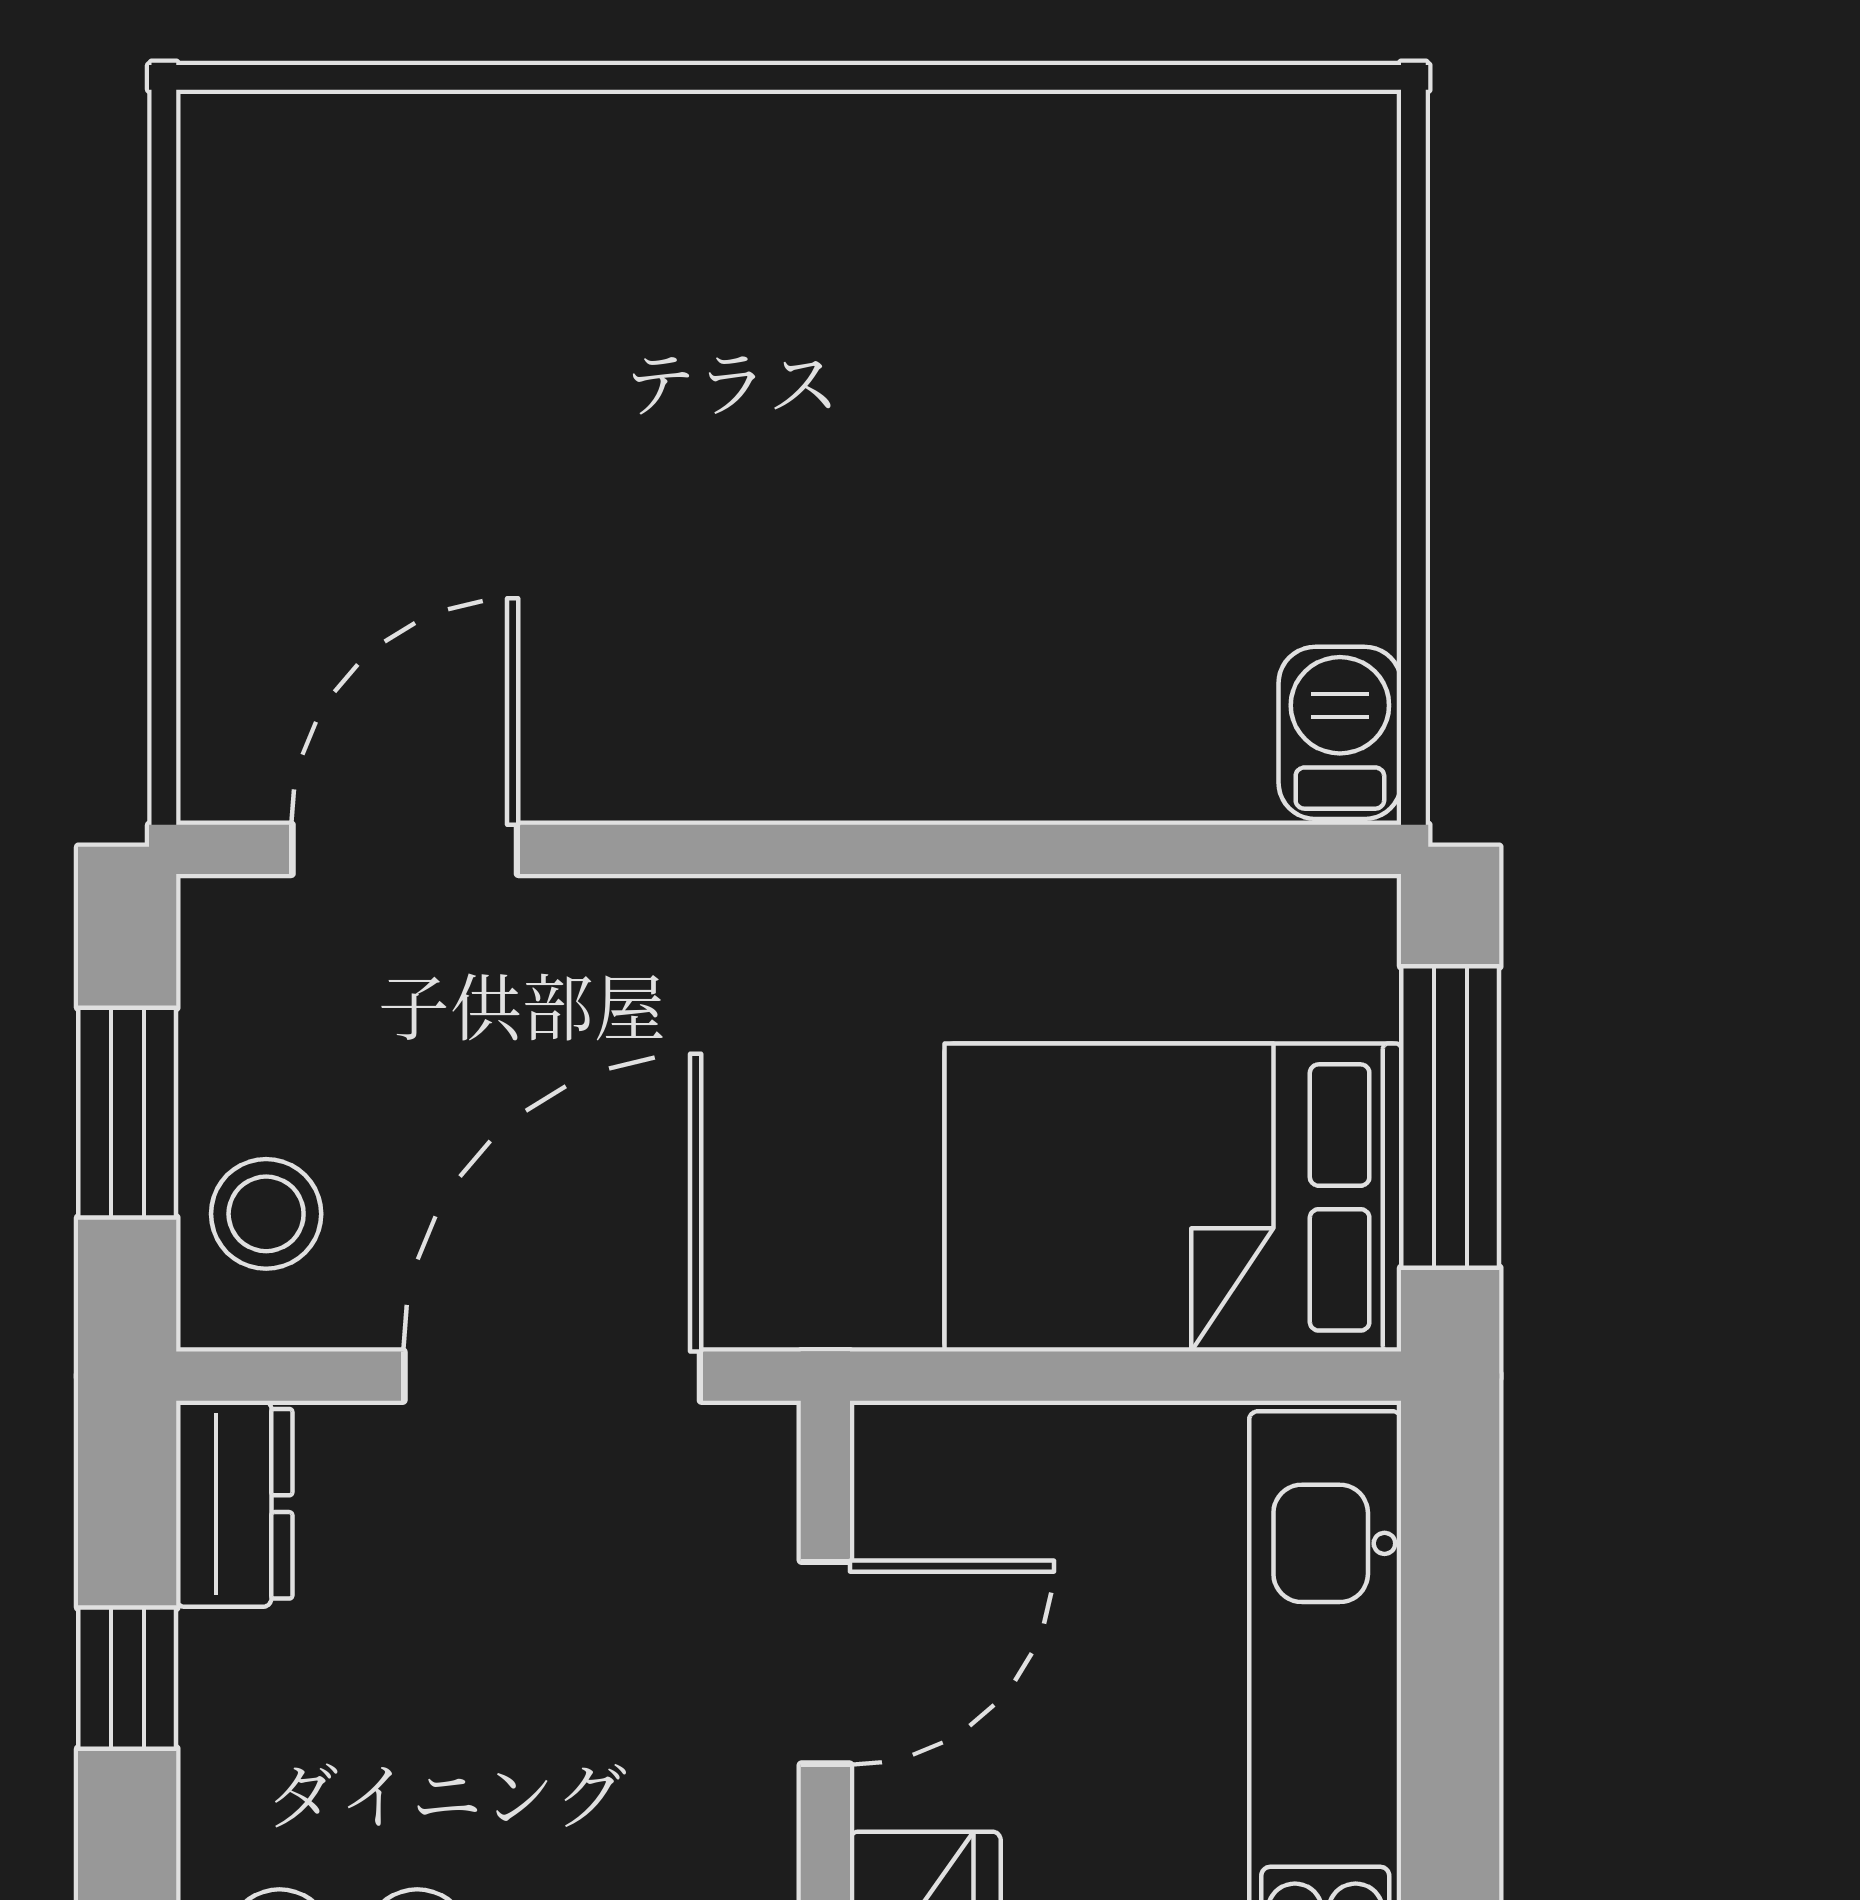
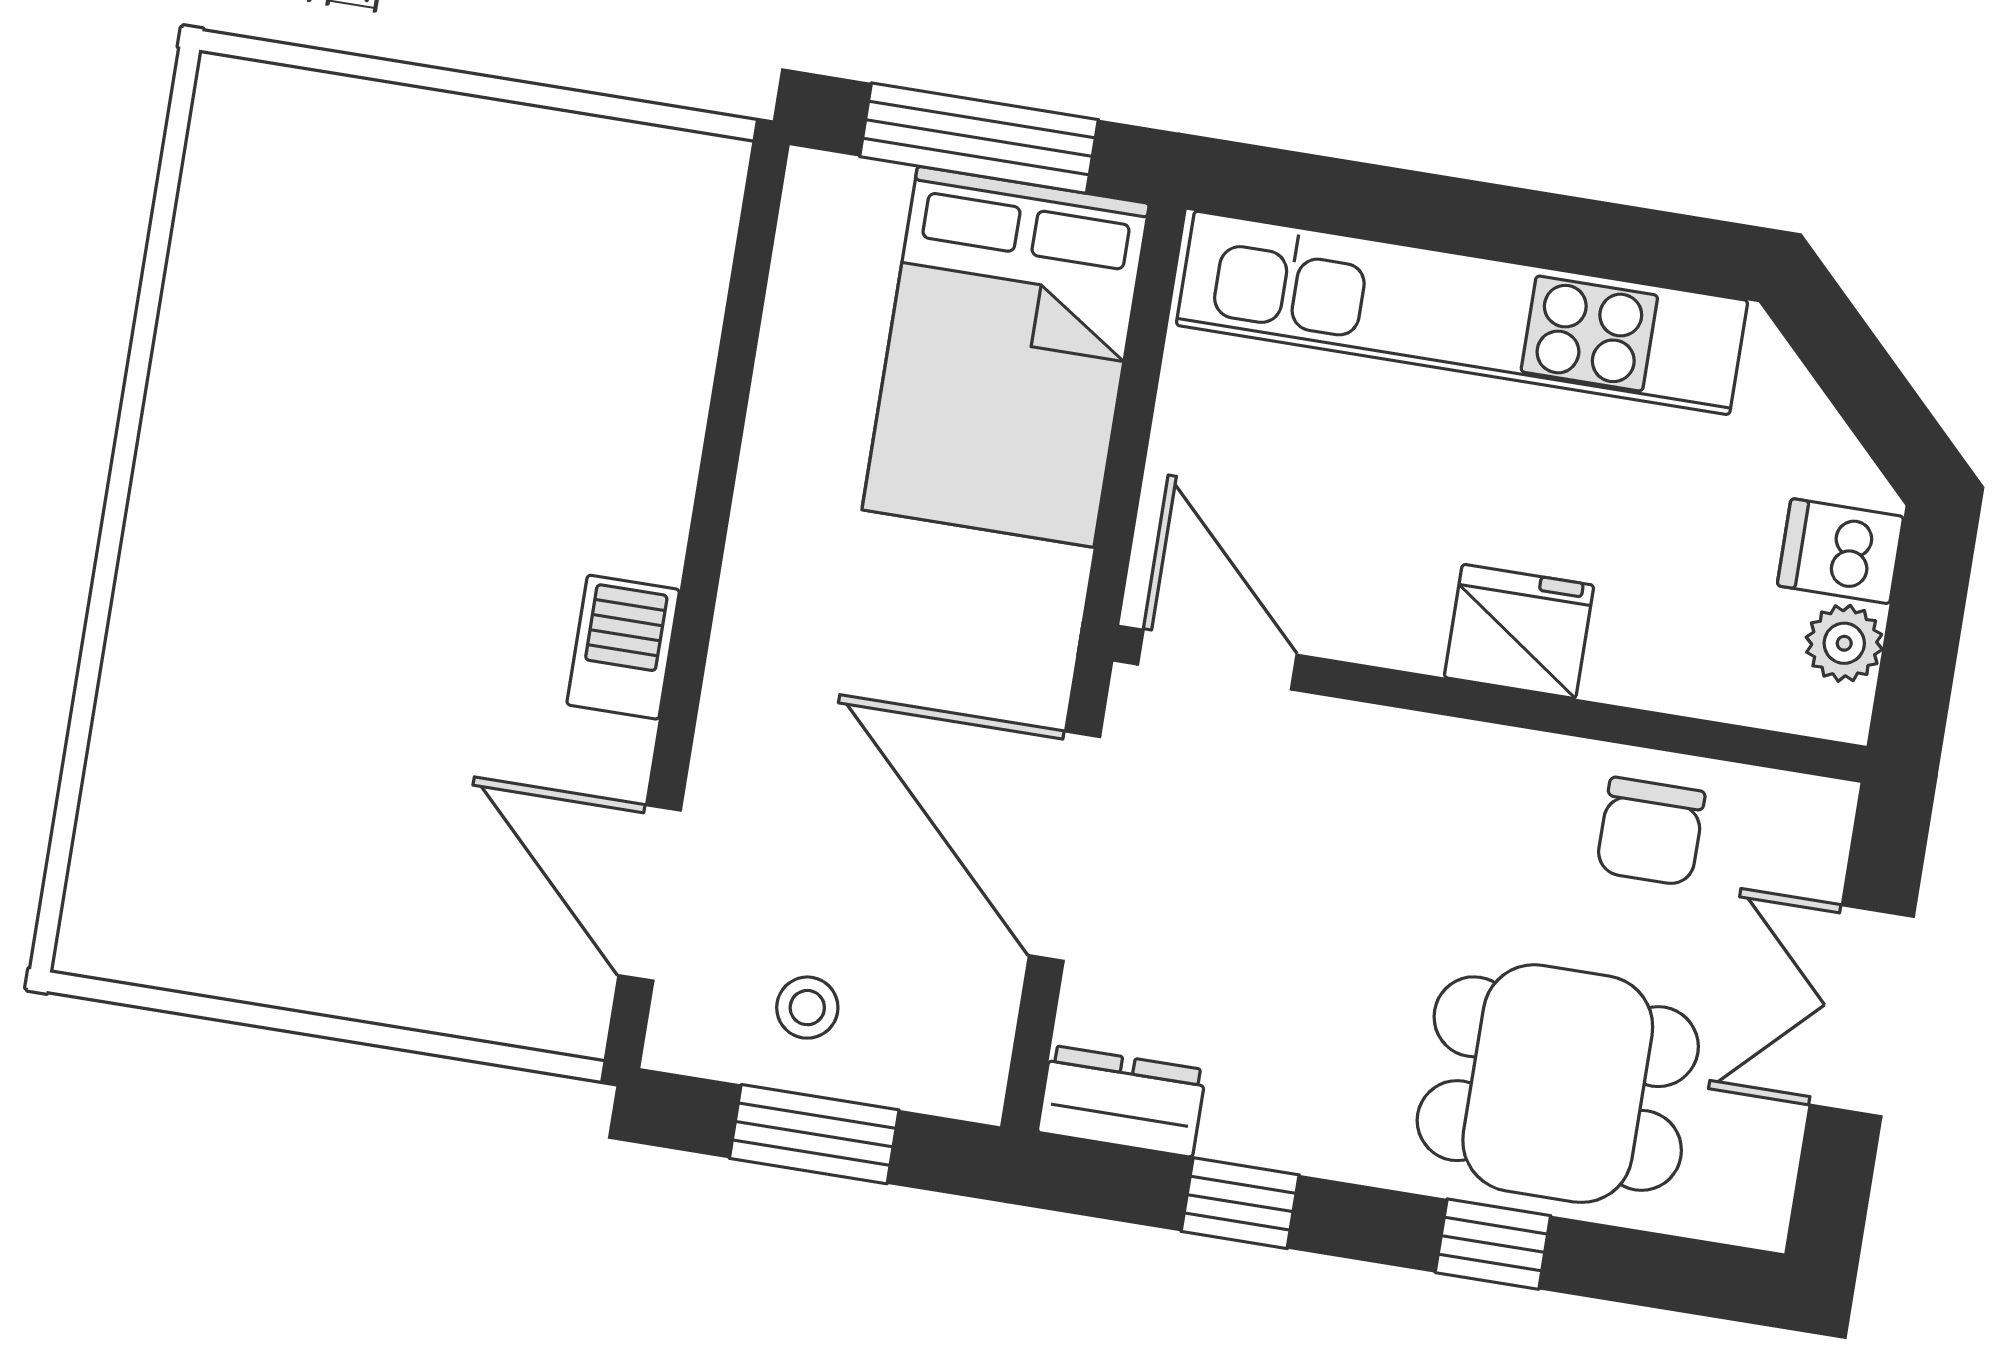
barbecue: (1340, 733) -> (623, 647), moved, turned 90
stool: (266, 1214) -> (807, 1008), moved, width x0.73, depth x0.73
door: (825, 1663) -> (1217, 660), moved

